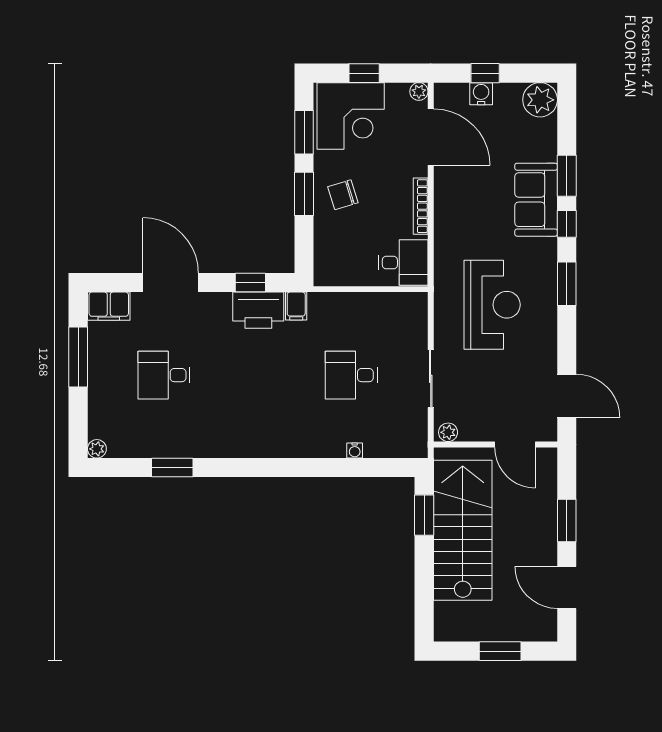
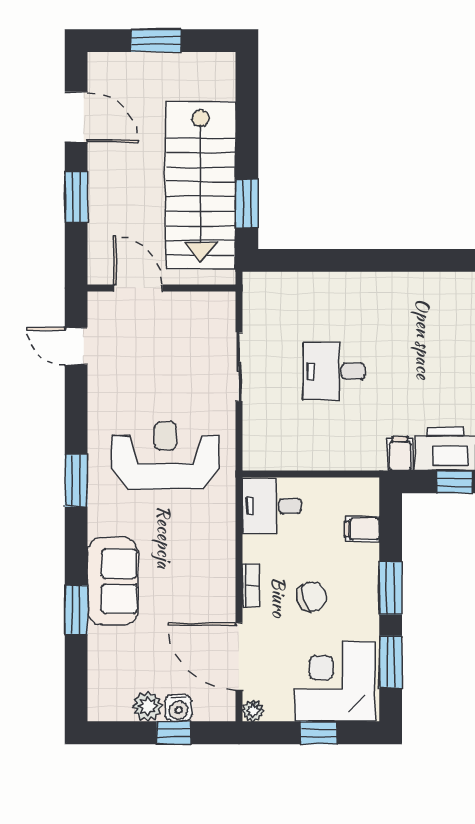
plant: (540, 100) -> (148, 706), moved, width x0.73, depth x0.73
chair: (343, 195) -> (312, 597), moved
bookcase: (421, 206) -> (251, 586), width x0.64
window: (567, 224) -> (76, 552), removed
filing cabinet: (328, 243) -> (362, 529), added
reception desk: (492, 305) -> (165, 455), turned 90
desk: (351, 375) -> (334, 371), turned 180
door: (567, 396) -> (76, 346), width x0.73
plant: (448, 432) -> (218, 303), removed
water cooler: (355, 450) -> (330, 281), removed

